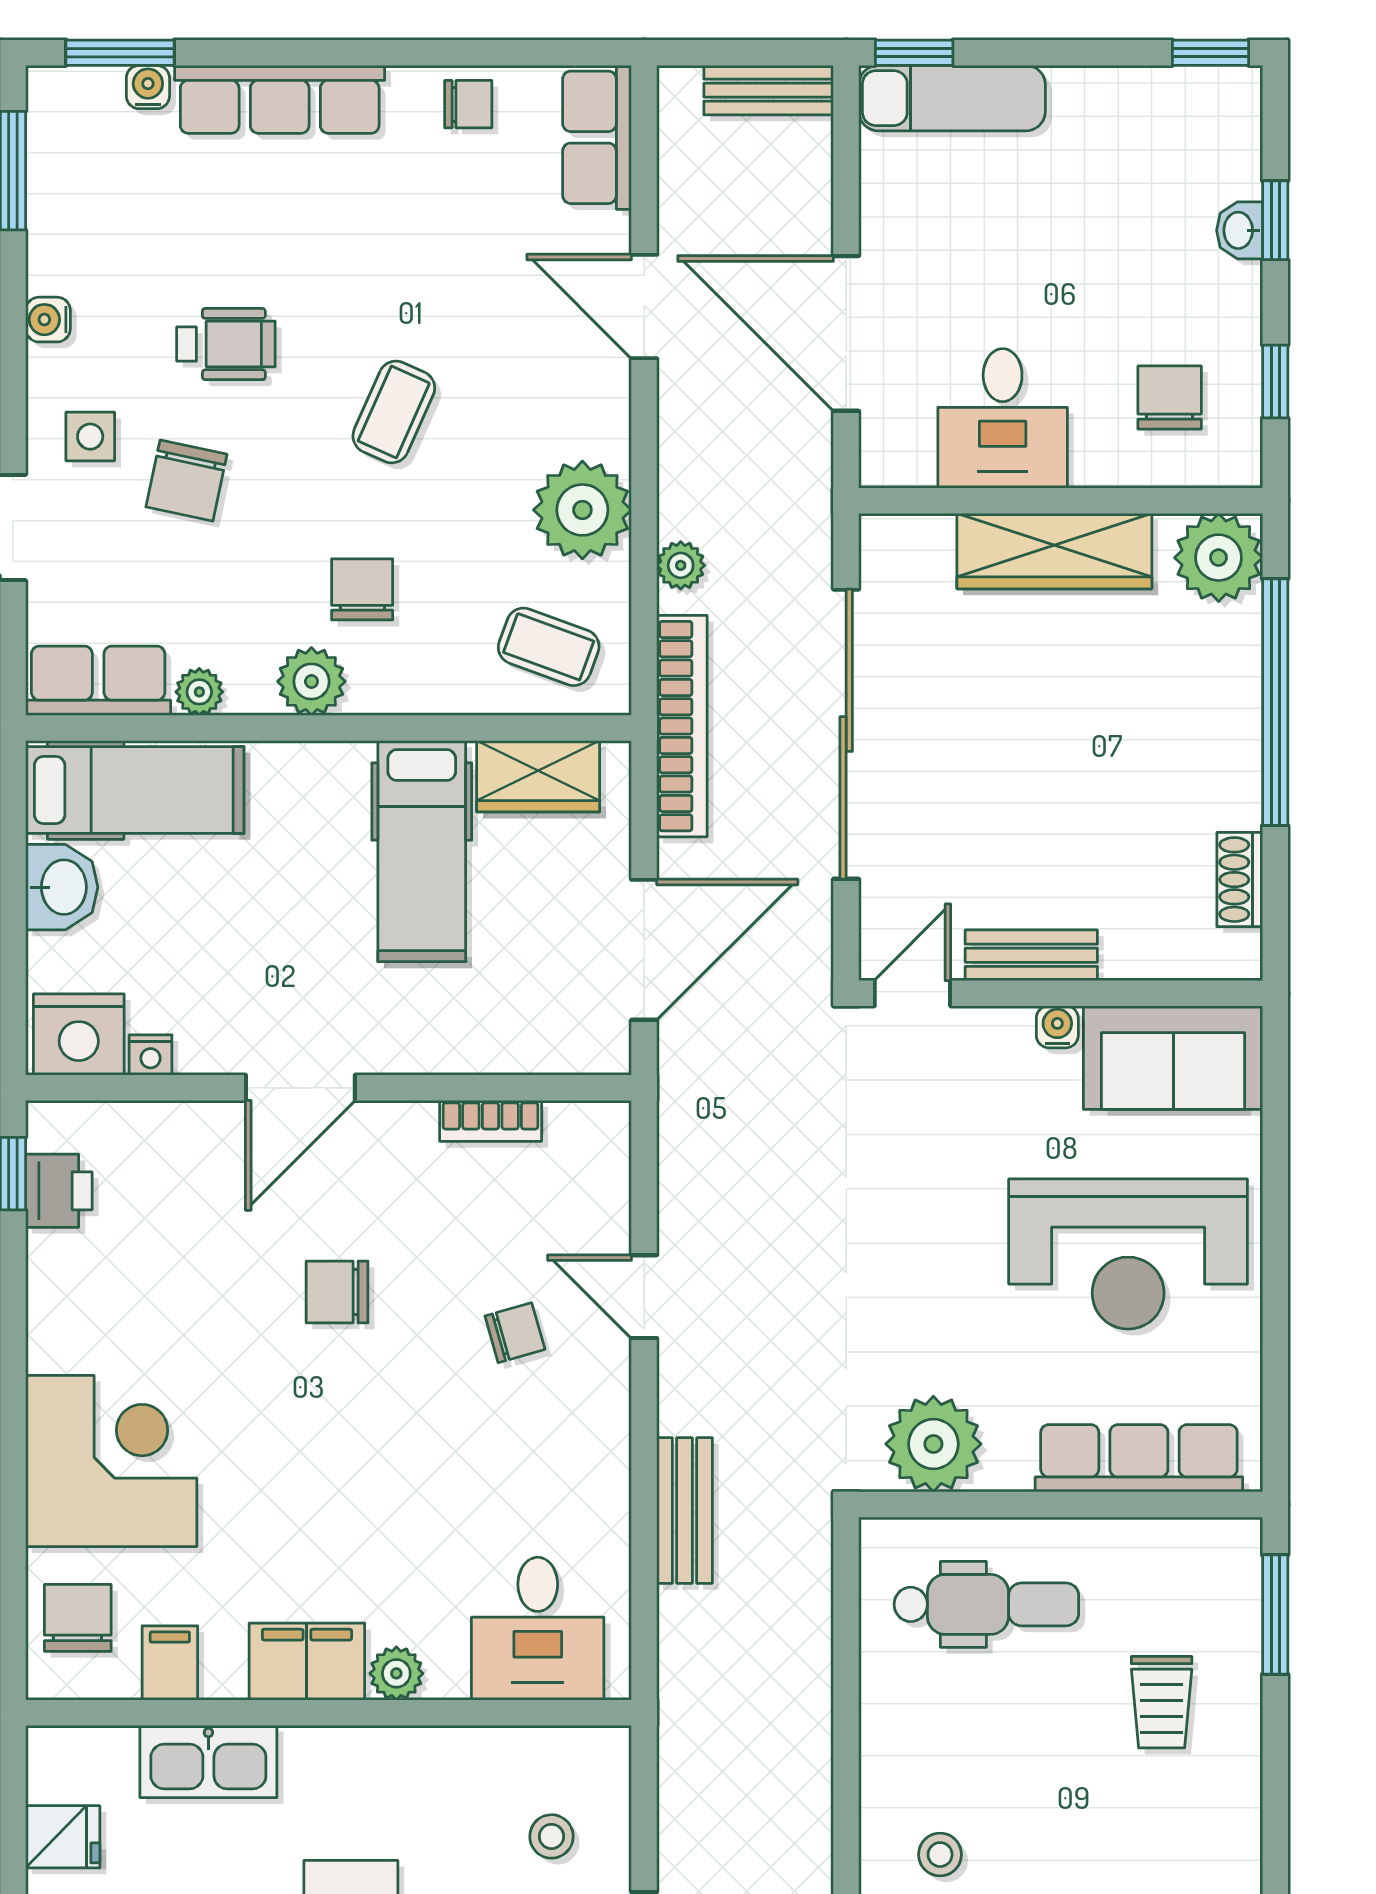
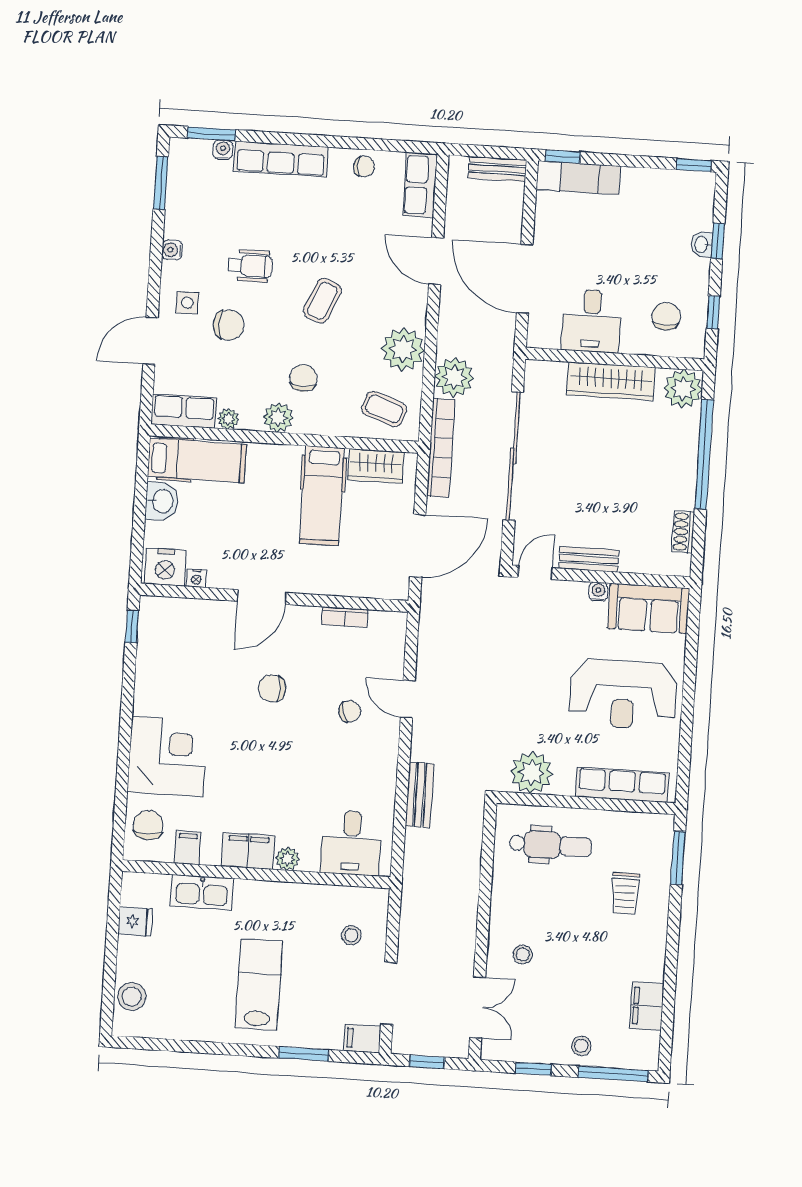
chair: (186, 481) -> (229, 325), turned -102
plant: (681, 565) -> (454, 377), width x1.88, depth x1.88
printer: (59, 1191) -> (152, 636), removed

